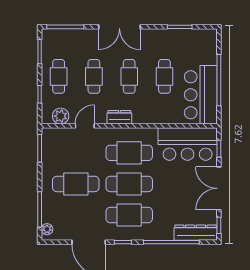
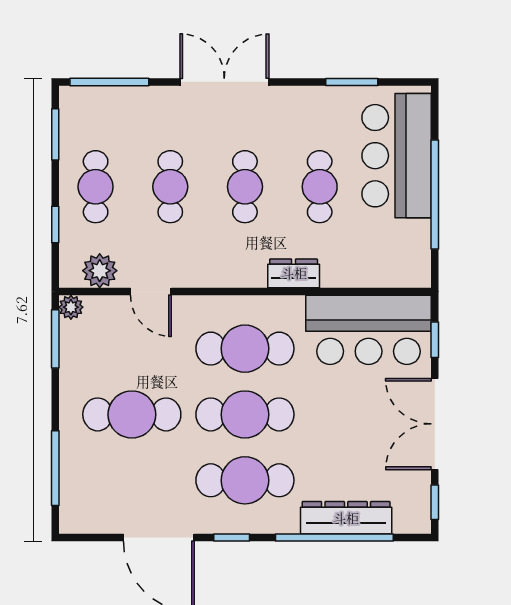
double door: (119, 27) -> (224, 82), swing flipped
bar counter: (201, 95) -> (397, 156), moved
dresser: (119, 117) -> (294, 273), moved
door: (85, 126) -> (151, 291), swing flipped
plant: (47, 229) -> (71, 307), moved
dresser: (196, 233) -> (346, 518), moved

